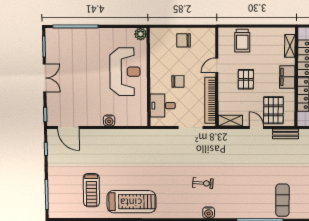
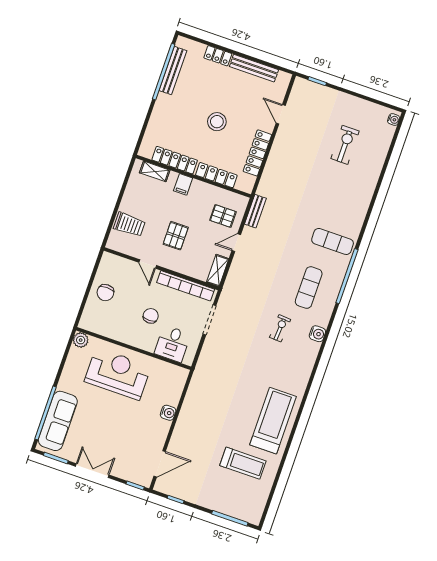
sofa: (73, 38) -> (58, 421), added
filing cabinet: (287, 77) -> (183, 184), width x0.50
pallet: (246, 79) -> (176, 236), turned 90
pallet: (273, 110) -> (223, 216), width x0.67, depth x0.71
exercise mat: (241, 194) -> (309, 288), added

